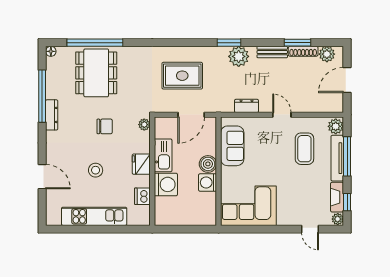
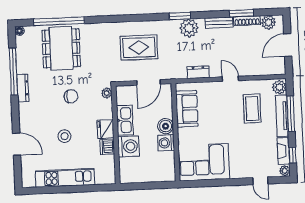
dishwasher: (142, 196) -> (107, 147), moved

